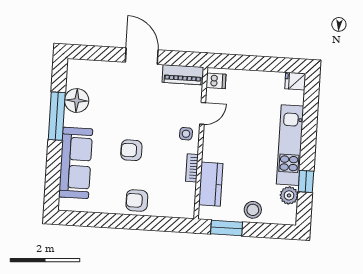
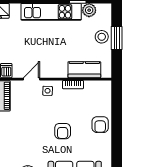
door: (203, 113) -> (31, 79), hinge flipped
window: (227, 228) -> (117, 38), moved

